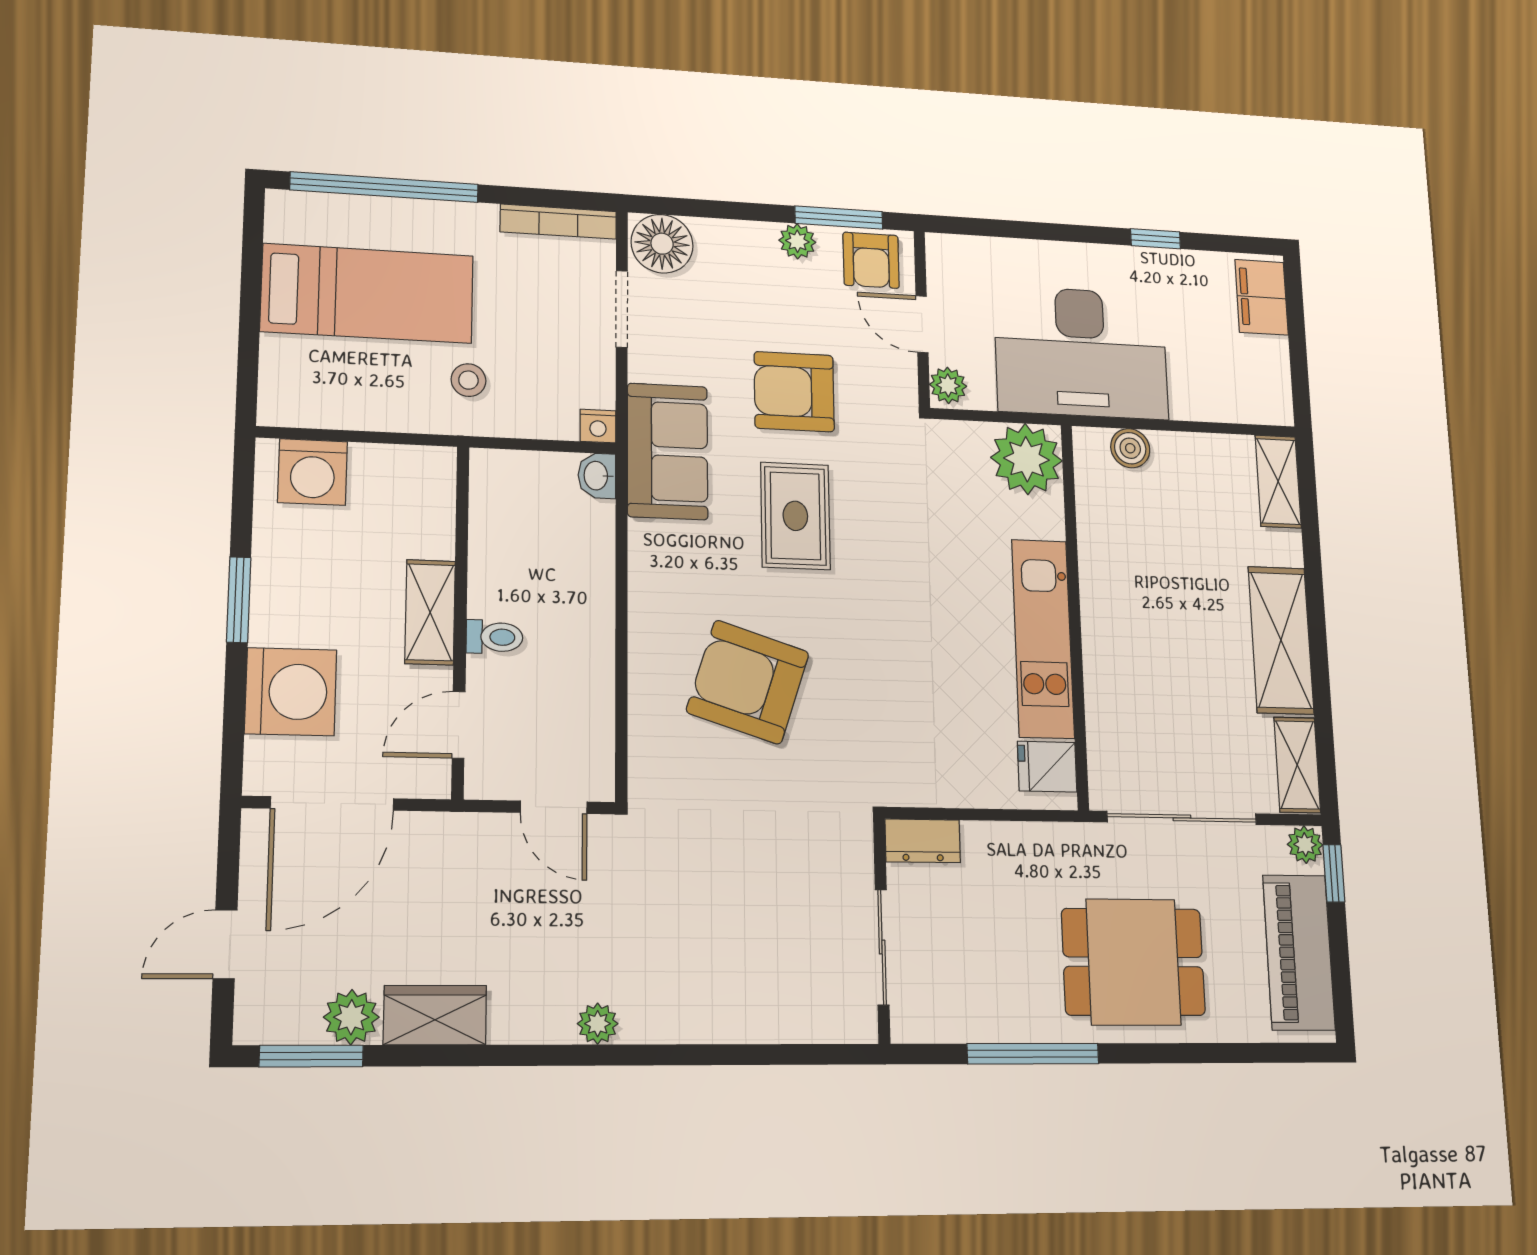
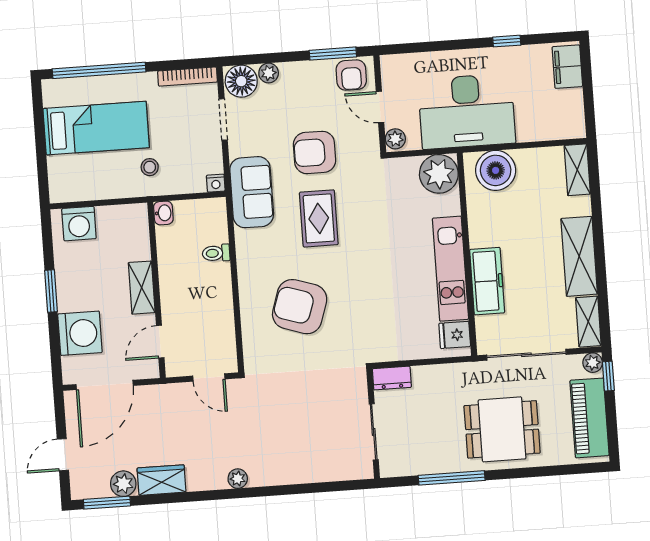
plant: (797, 241) -> (269, 73), moved
boiler: (1130, 448) -> (496, 170), width x1.86, depth x1.86
washbasin: (597, 476) -> (163, 213), moved, turned 180
toilet: (494, 637) -> (216, 253), moved, turned 180
freezer: (1111, 669) -> (487, 281), added

